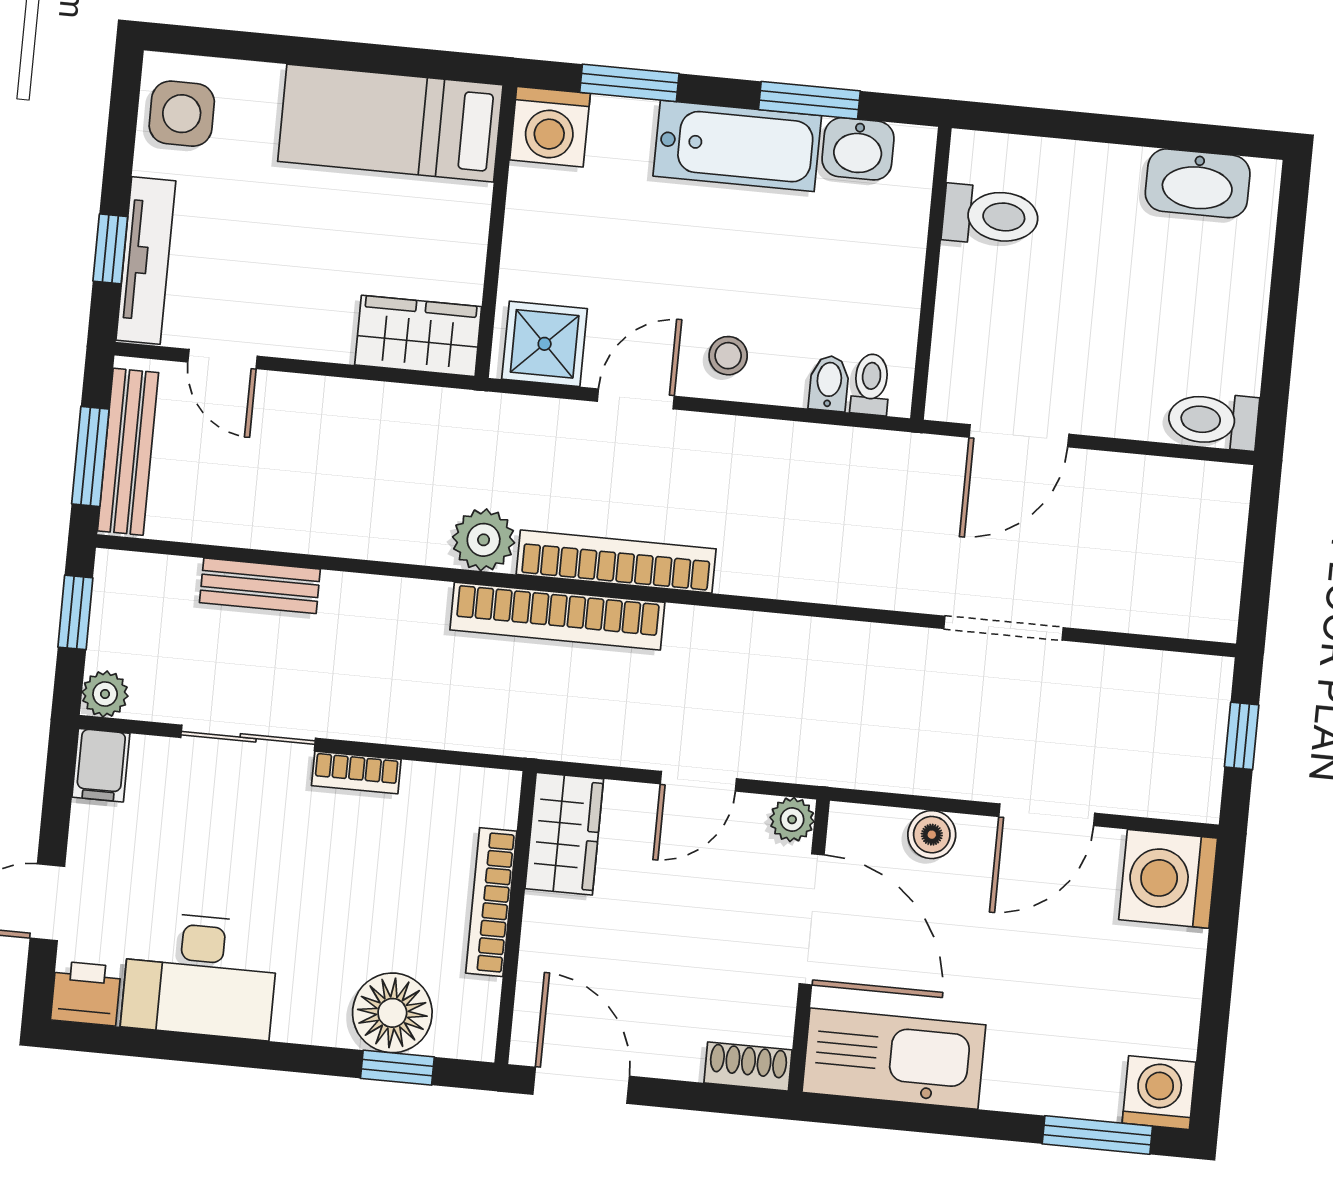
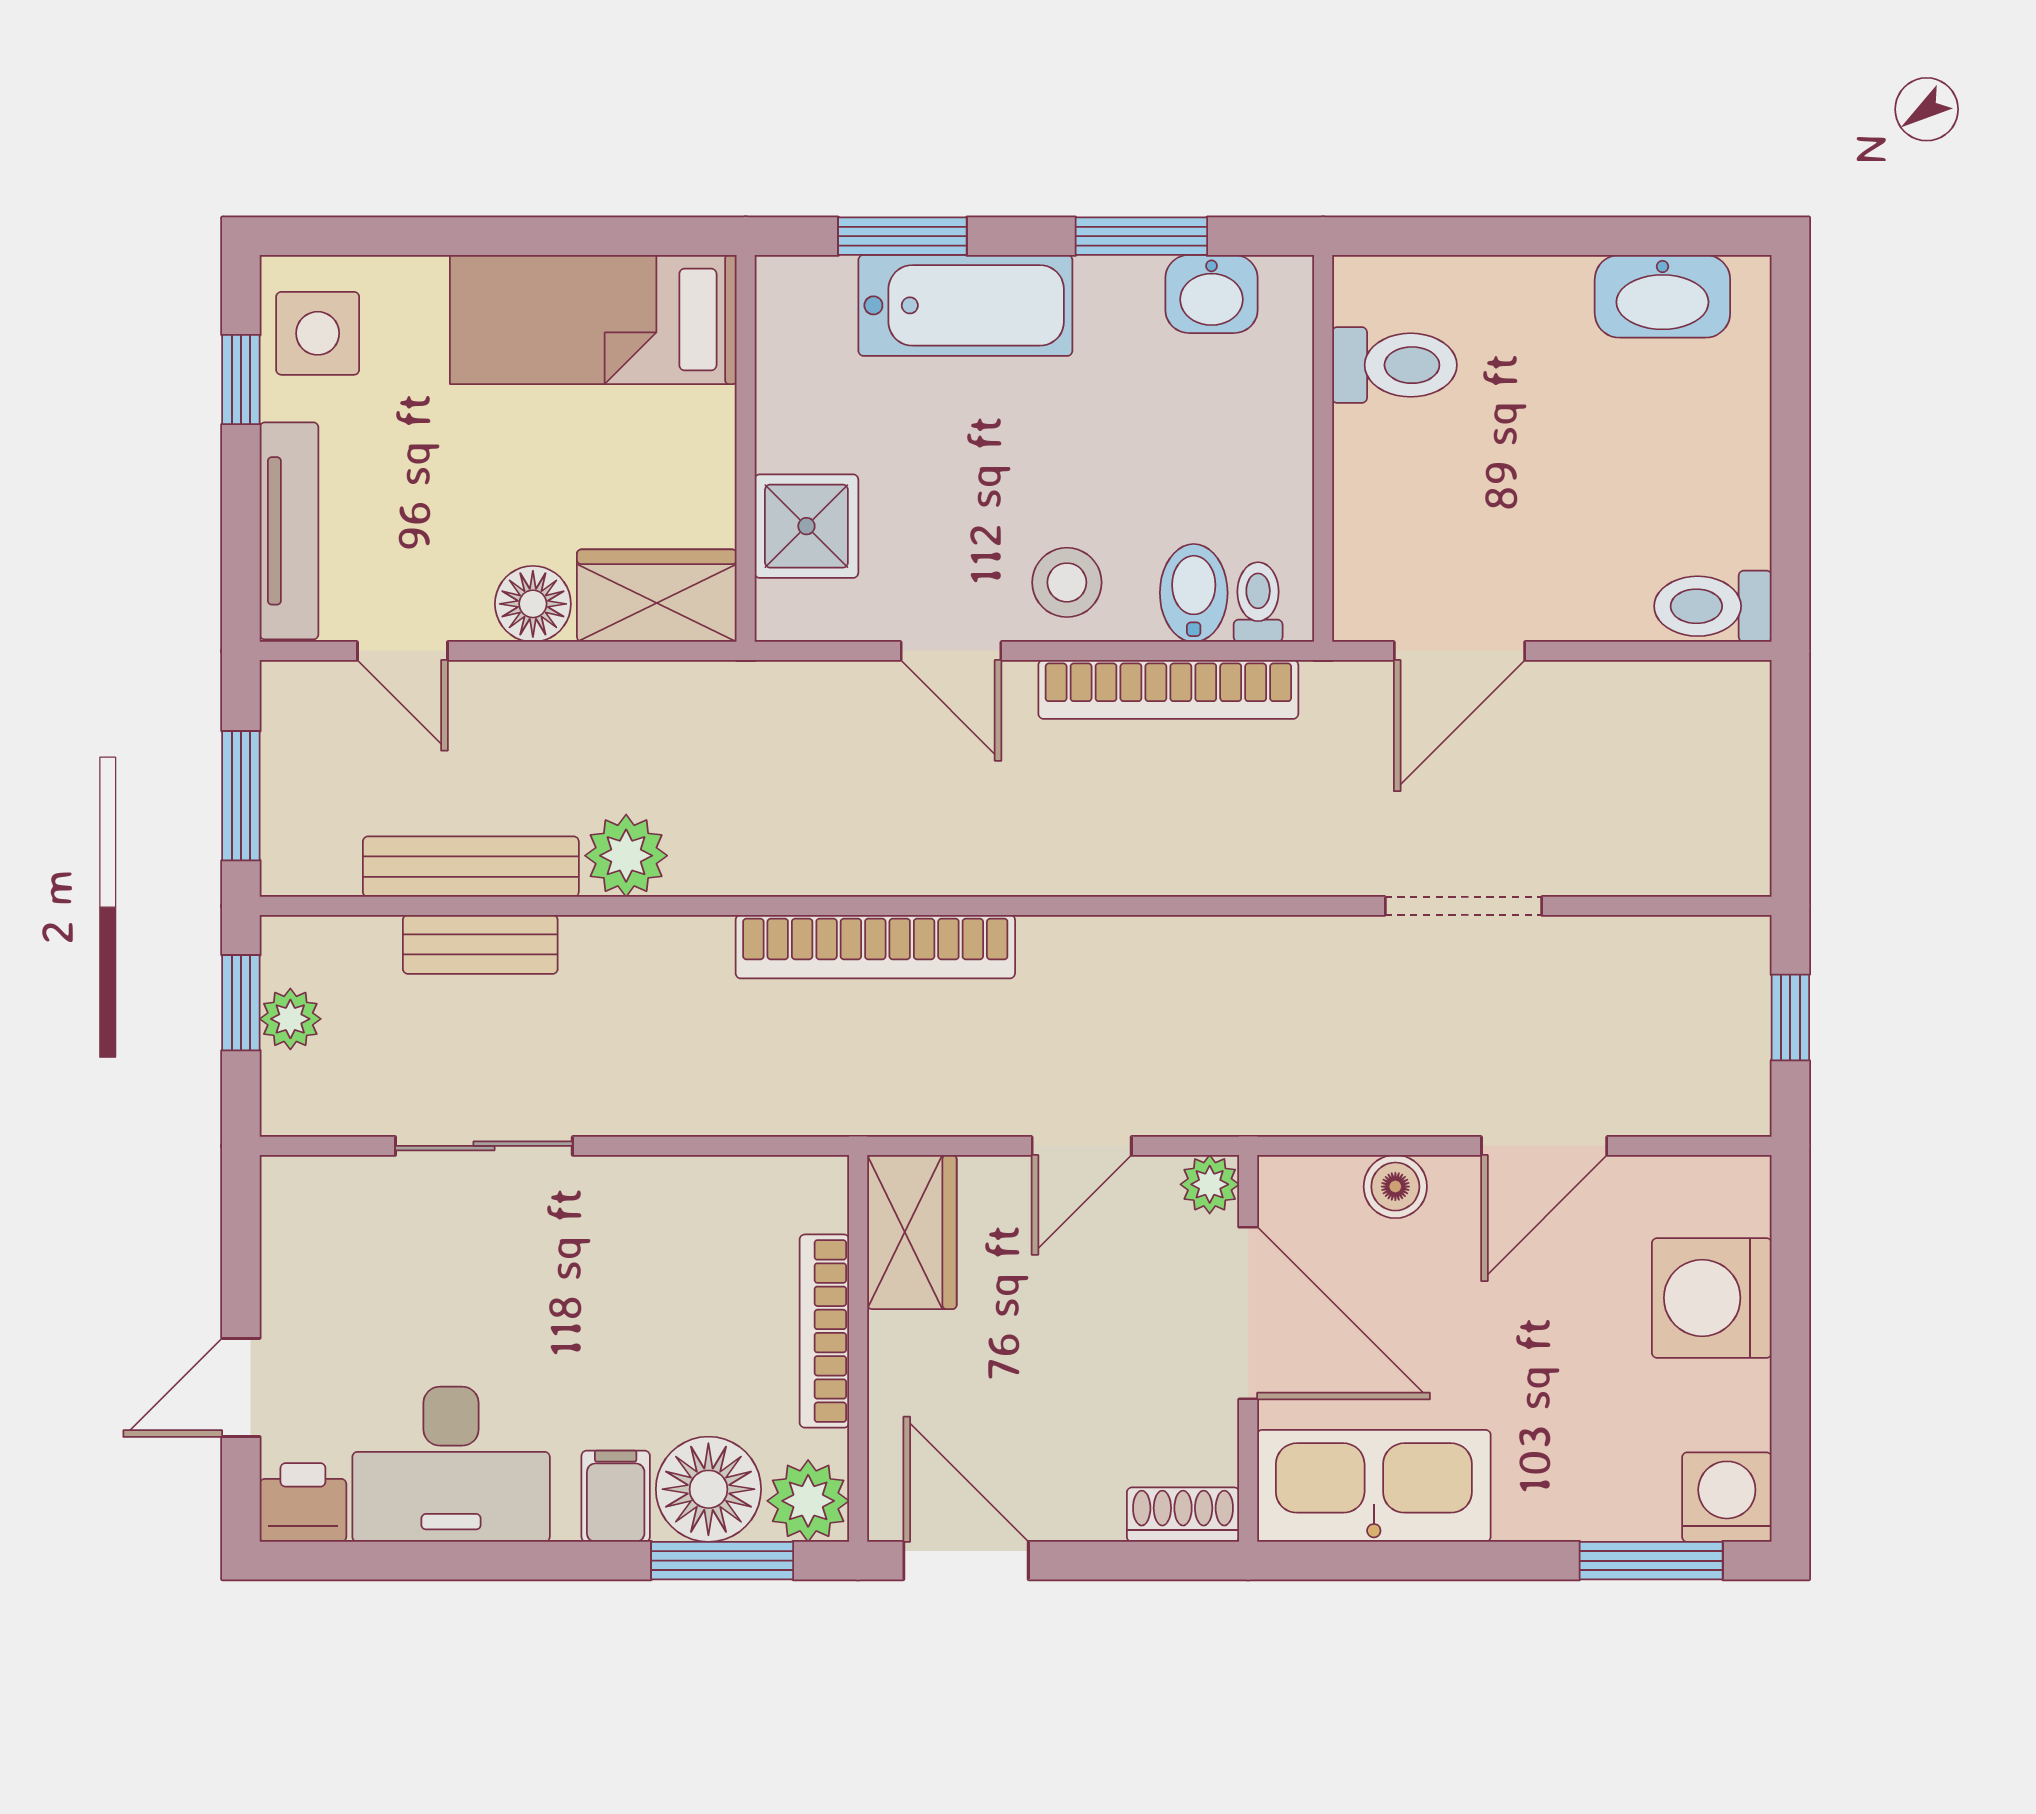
washing machine: (550, 127) -> (804, 304), removed
bathtub: (737, 146) -> (965, 305), moved
window: (110, 249) -> (241, 380), moved
floor lamp: (324, 333) -> (533, 604), added
shower: (545, 344) -> (806, 526), moved
stool: (728, 356) -> (1067, 582), width x1.37, depth x1.37
bidet: (829, 383) -> (1194, 593), width x1.38, depth x1.36
door: (636, 399) -> (951, 651), swing flipped
bench: (128, 452) -> (471, 867), moved, turned 90
plant: (484, 540) -> (626, 856), moved
bookcase: (616, 562) -> (1168, 689), moved, turned 180
plant: (105, 694) -> (290, 1019), moved
filing cabinet: (101, 765) -> (616, 1496), moved, turned 180
bookcase: (356, 773) -> (631, 1178), removed
washing machine: (1168, 879) -> (1712, 1298), moved
plant: (467, 1029) -> (808, 1501), added
window: (397, 1068) -> (722, 1561), width x1.50

